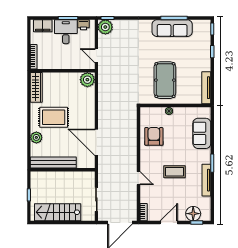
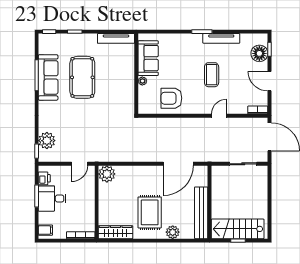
filing cabinet: (43, 26) -> (45, 230), width x0.50
plant: (105, 27) -> (47, 141), moved
pool table: (165, 80) -> (82, 77), moved, turned 90
sofa: (202, 133) -> (148, 58), moved, turned -90
stairs: (58, 212) -> (238, 229), moved, turned 90

